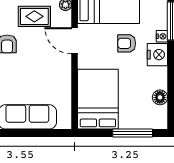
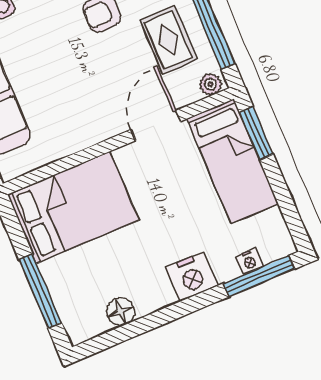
nightstand: (162, 36) -> (249, 261), moved
armchair: (127, 43) -> (189, 216), removed

